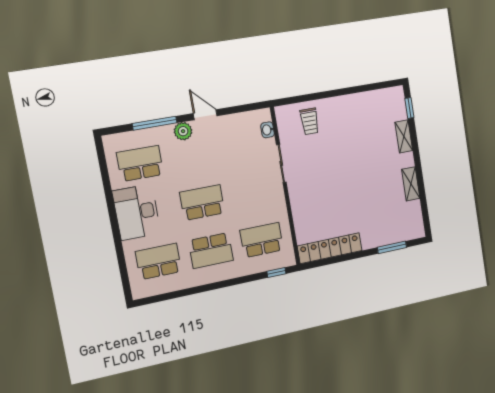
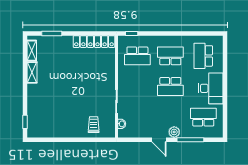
shelving: (404, 136) -> (32, 51), moved
school desk: (140, 163) -> (203, 117), turned 180
school desk: (159, 261) -> (203, 56), turned 90

